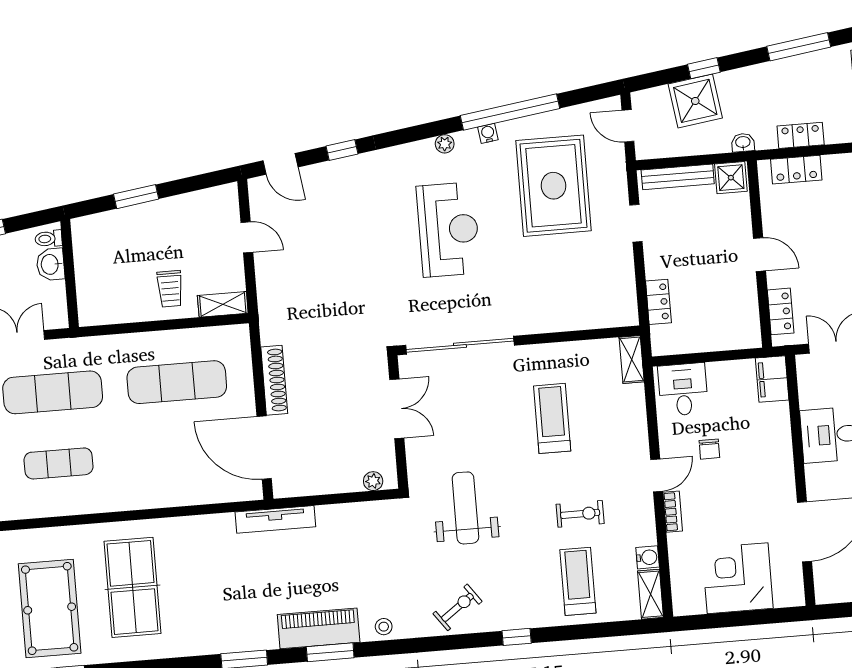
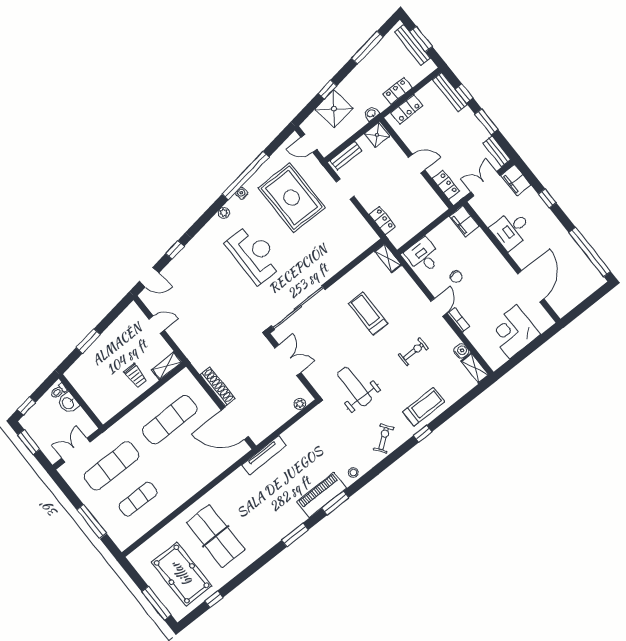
bench: (678, 177) -> (346, 156), width x0.73
treadmill: (578, 581) -> (424, 407), moved, turned 90

